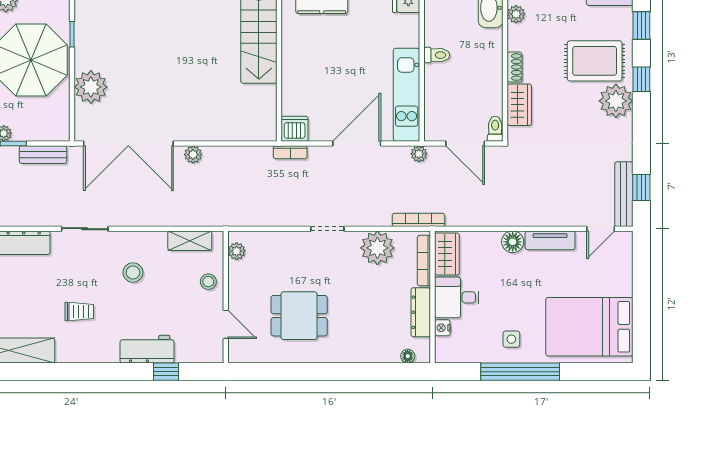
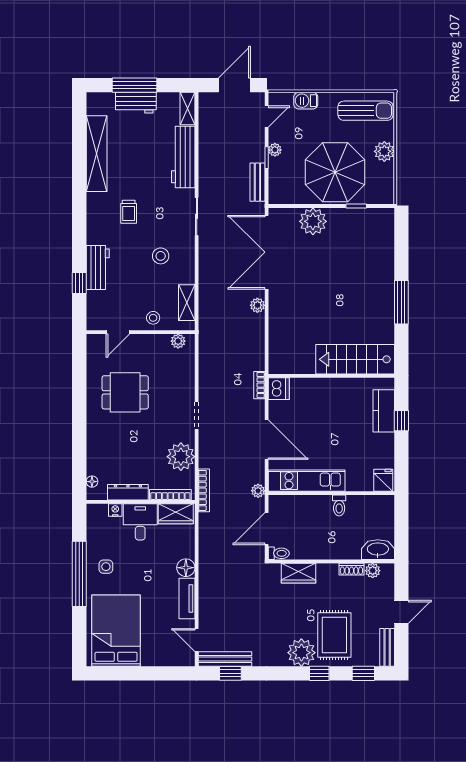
shoe rack: (514, 67) -> (351, 569), moved
dining table: (299, 316) -> (125, 392), turned 90

